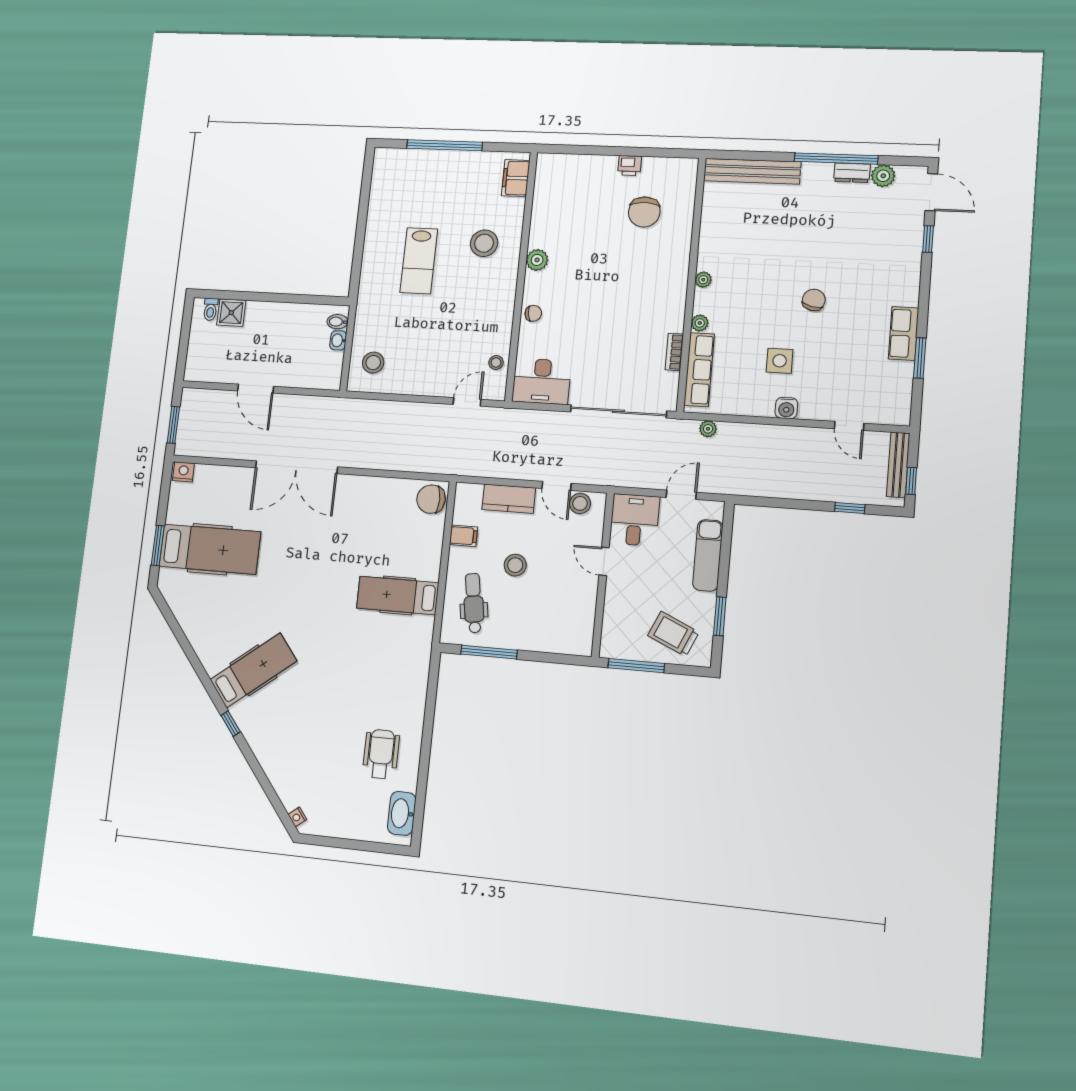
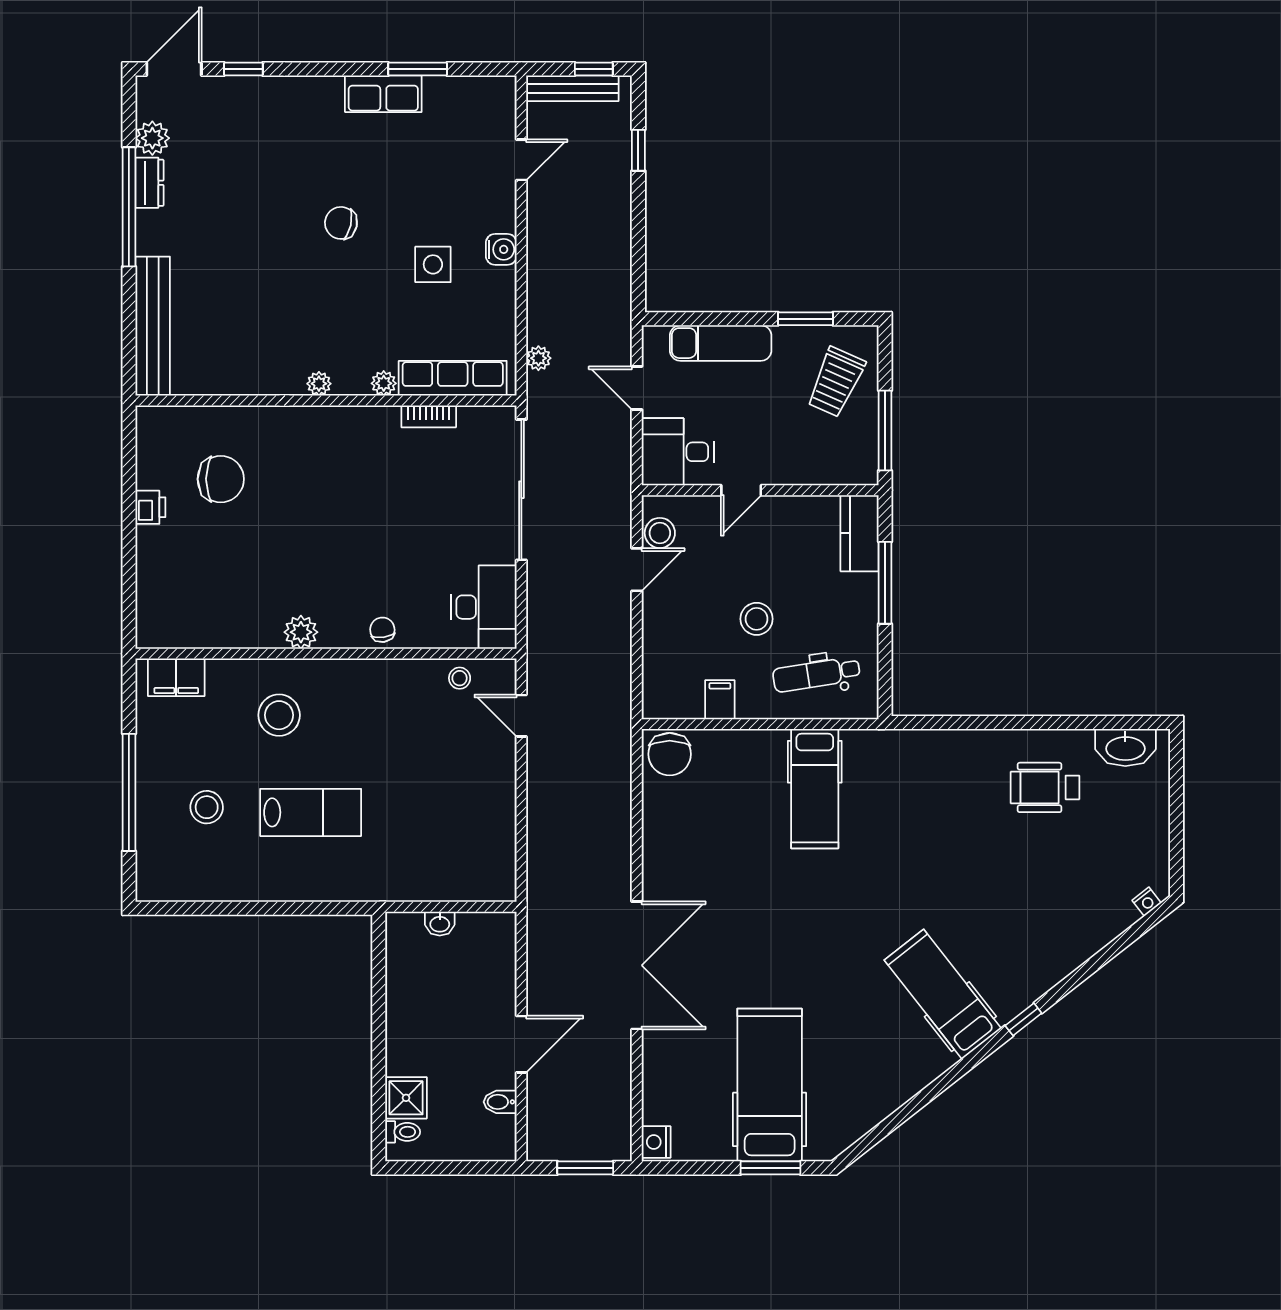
bidet: (337, 322) -> (500, 1102), moved, turned 90
stool: (373, 363) -> (207, 807), moved
kitchen counter: (509, 499) -> (860, 533), moved, turned 180
window: (489, 652) -> (885, 583), moved

